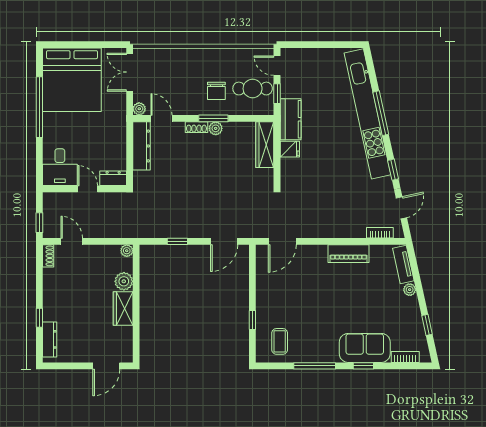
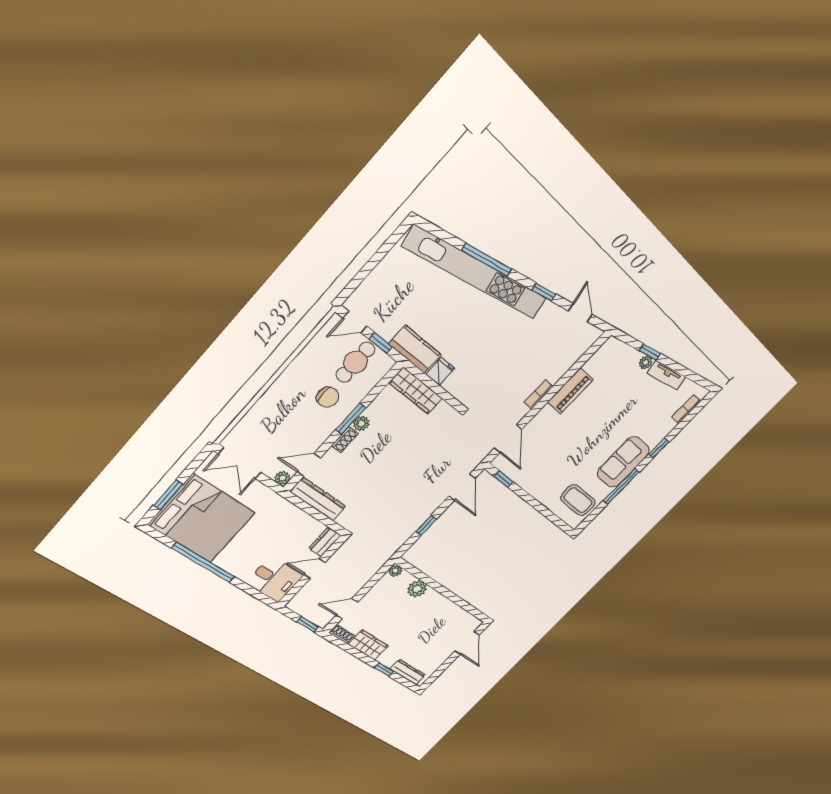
window: (74, 45) -> (168, 495), added
bookcase: (380, 233) -> (539, 394), moved
tv unit: (403, 265) -> (666, 375), moved
wardrobe: (123, 309) -> (368, 645), moved, turned 180
window: (252, 320) -> (504, 479), moved
window: (427, 325) -> (650, 352), moved
coffee table: (280, 341) -> (578, 500), width x1.36, depth x1.30
sofa: (365, 348) -> (623, 462), moved

